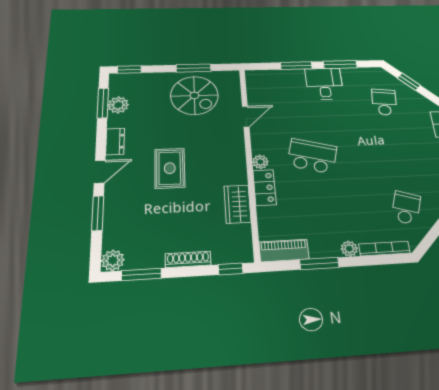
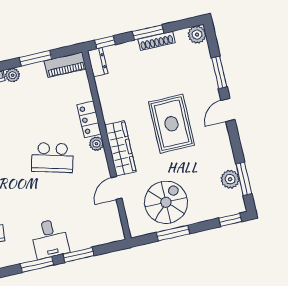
spiral stairs: (194, 95) -> (166, 202), turned 90
dresser: (115, 141) -> (98, 62), moved, turned 180
rug: (170, 168) -> (171, 124), width x1.36, depth x1.43
wardrobe: (237, 204) -> (120, 148), moved, width x1.50
shoe rack: (188, 259) -> (156, 41), moved
window: (141, 274) -> (148, 32), moved

